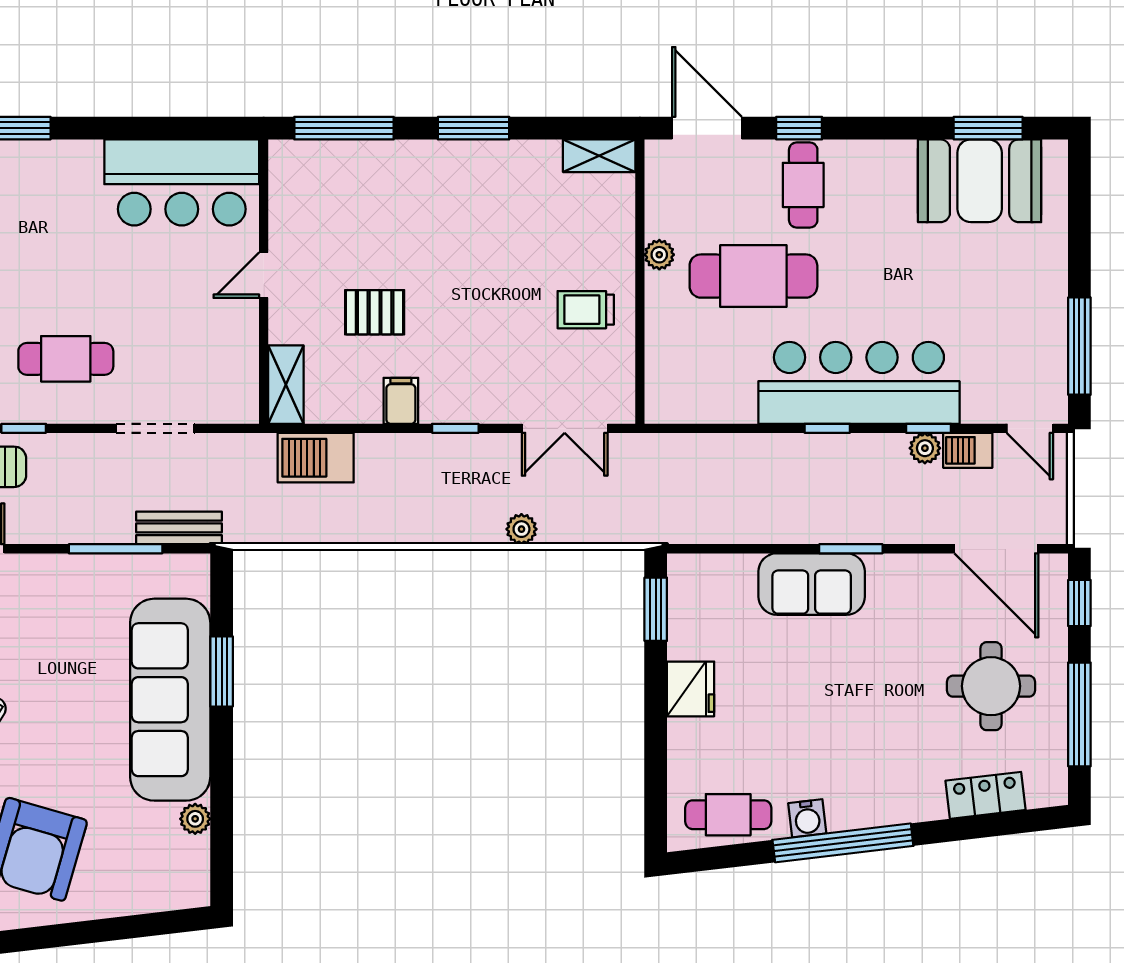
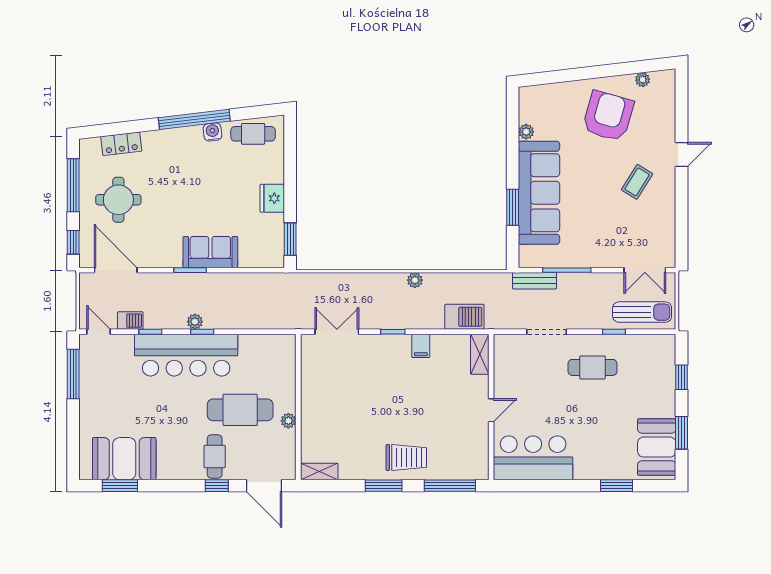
trolley: (586, 310) -> (406, 458), moved, width x1.36, depth x1.39
pallet: (375, 312) -> (434, 391), removed
plant: (925, 448) -> (195, 322), moved
plant: (521, 529) -> (415, 280), moved

